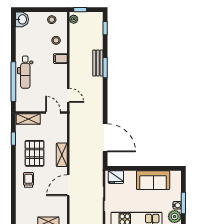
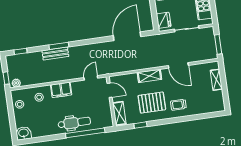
filing cabinet: (60, 59) -> (61, 90), width x2.00
door: (53, 112) -> (110, 90), swing flipped

